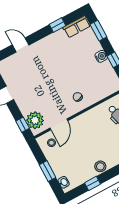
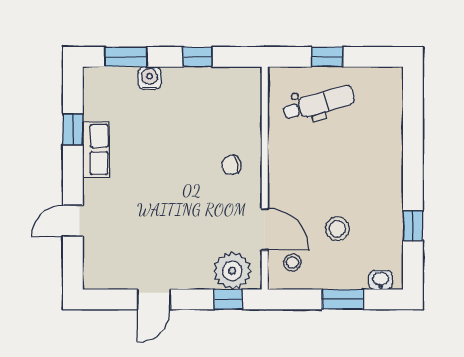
row of seats: (77, 27) -> (96, 149), moved
water cooler: (101, 56) -> (150, 78), moved
stool: (100, 166) -> (337, 229), moved

